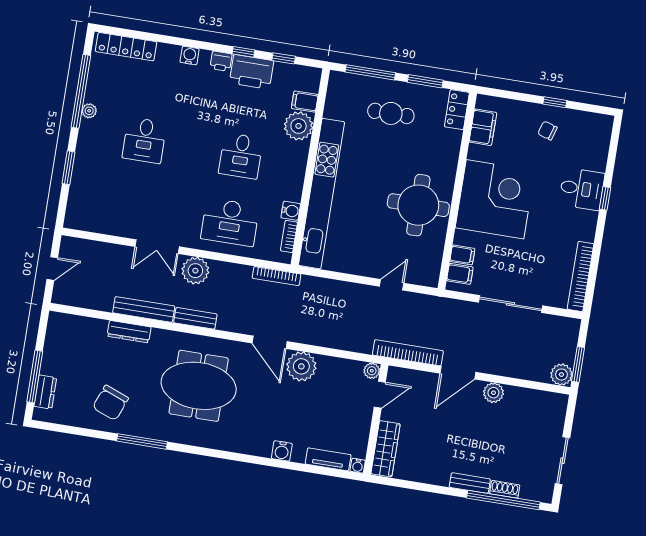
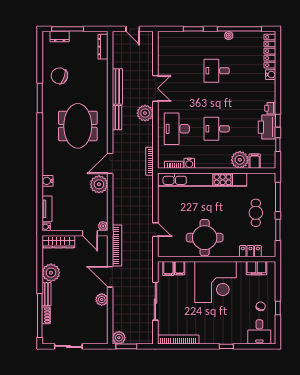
water cooler: (190, 56) -> (271, 75), moved
locker: (457, 110) -> (250, 251), moved
desk: (582, 189) -> (259, 332), moved
double door: (157, 247) -> (155, 88), swing flipped
dresser: (129, 332) -> (103, 47), moved
plant: (435, 470) -> (51, 273), added

